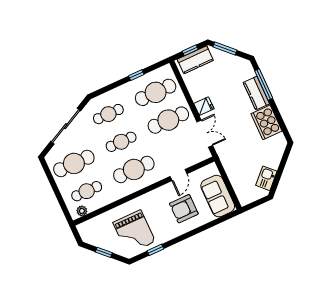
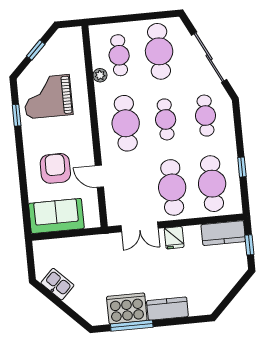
window: (225, 48) -> (237, 289), removed
kitchen counter: (195, 60) -> (223, 233), moved, turned -90
window: (264, 84) -> (132, 326), moved
plant: (82, 211) -> (100, 75), moved

